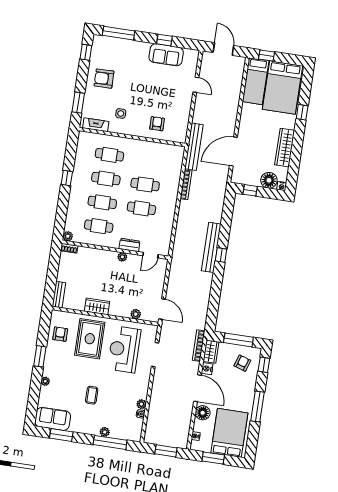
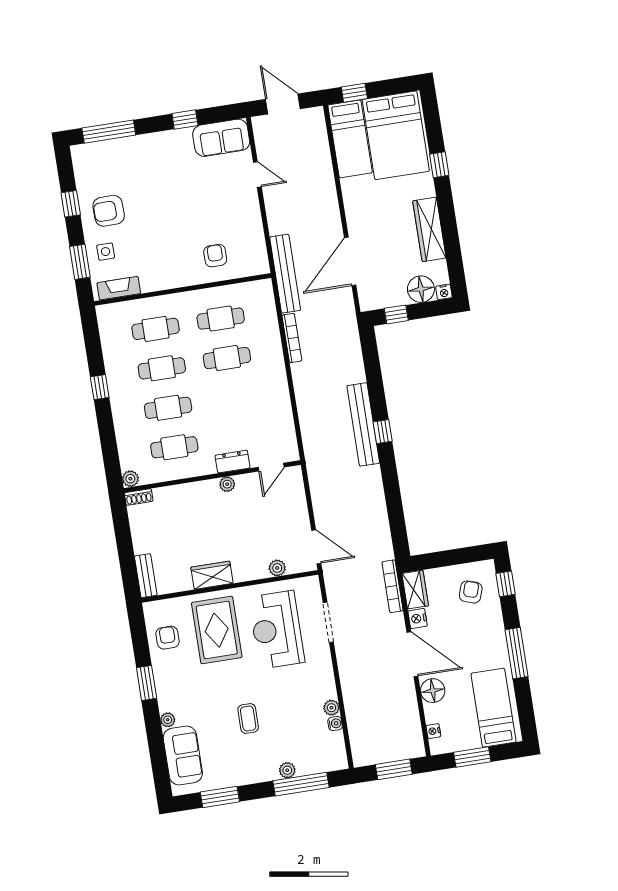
window: (86, 52) -> (71, 204), moved
sofa: (166, 55) -> (221, 138), moved
side table: (121, 113) -> (106, 252), moved
cafe table: (141, 208) -> (221, 319), moved
window: (238, 340) -> (453, 557), removed
sofa: (53, 419) -> (183, 755), moved, turned 90
bed: (229, 433) -> (494, 708), width x0.67

